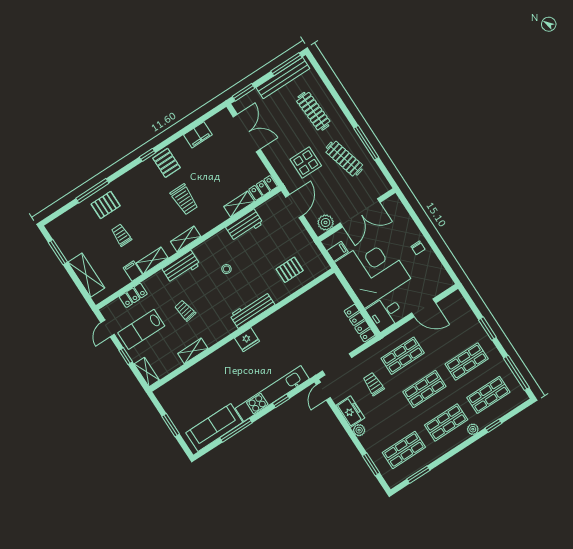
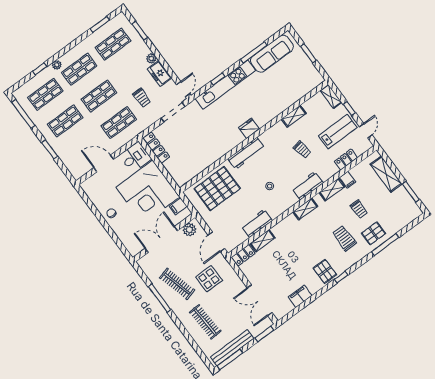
trolley: (184, 199) -> (344, 238), moved
pallet: (290, 270) -> (217, 189), width x2.05, depth x2.00

